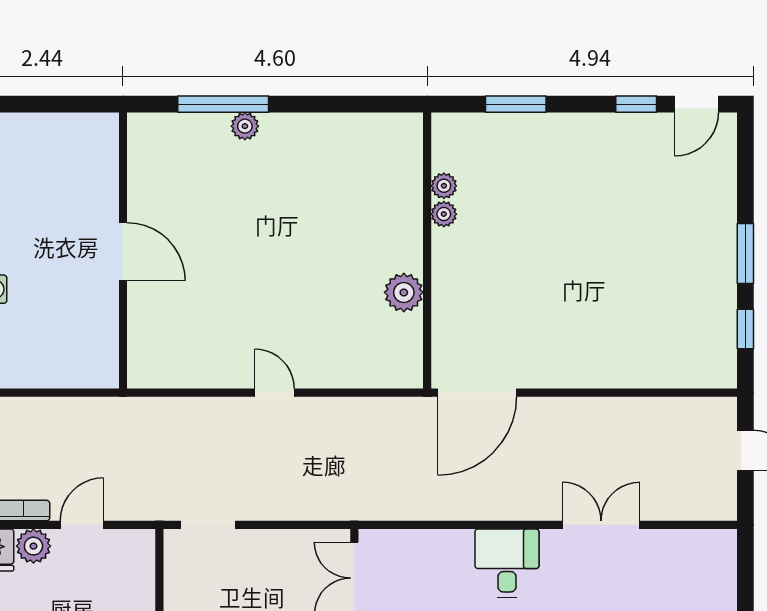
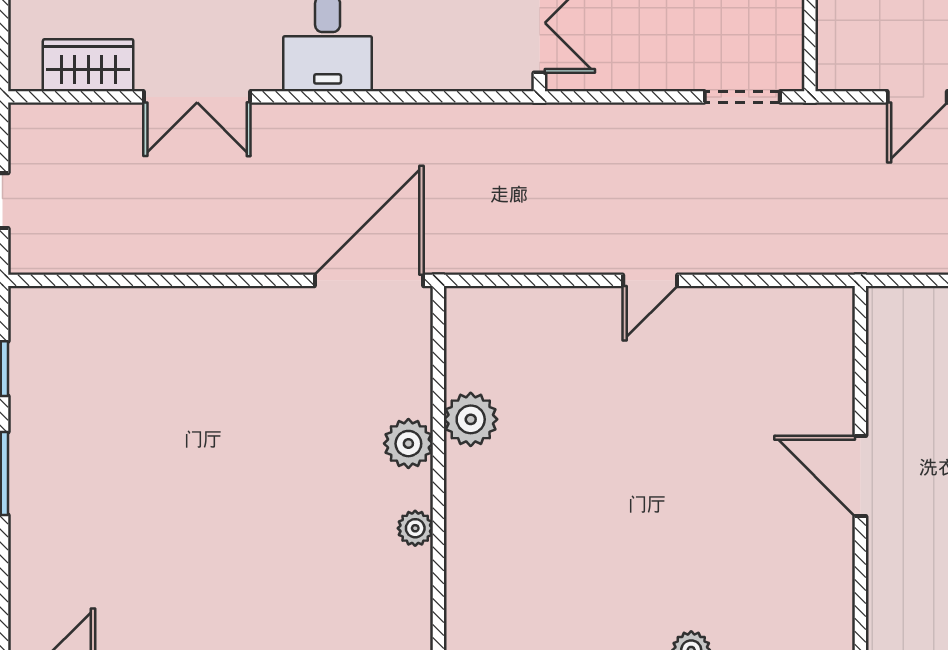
plant: (444, 186) -> (408, 444), moved, width x1.38, depth x1.38
door: (275, 393) -> (650, 280), hinge flipped
wardrobe: (680, 548) -> (88, 65), added

